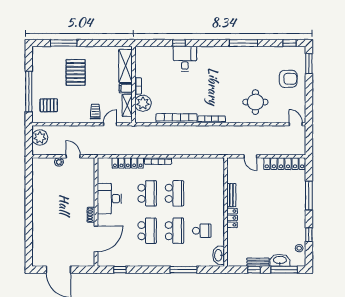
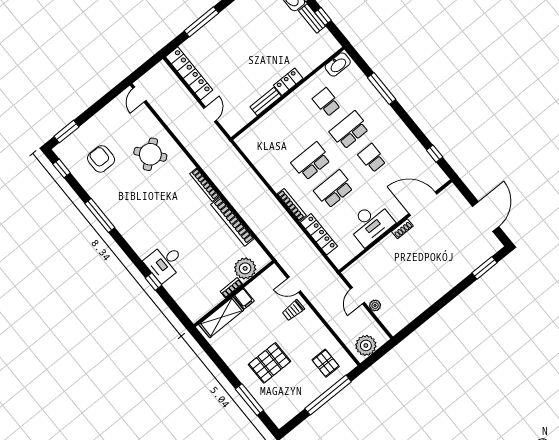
armchair: (288, 79) -> (101, 159), moved
round table: (255, 102) -> (150, 154), turned -38
shelving: (127, 105) -> (260, 283), removed
school desk: (147, 231) -> (372, 158), width x0.54
window: (29, 244) -> (485, 268), added

